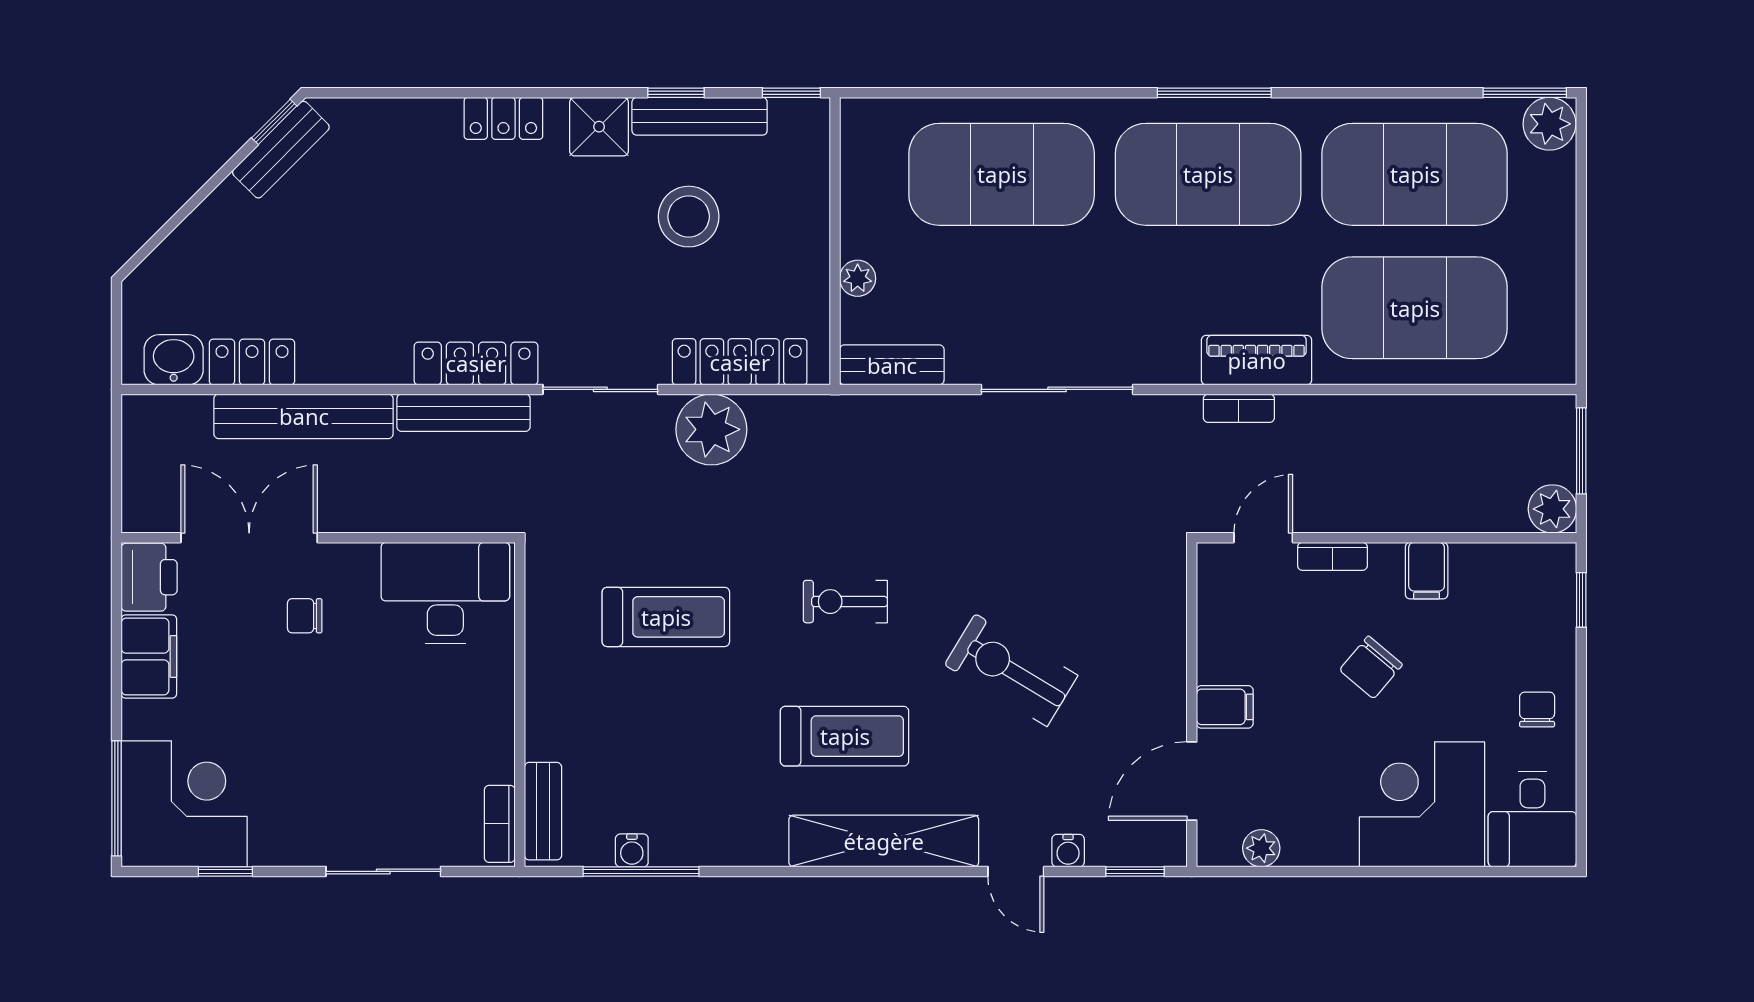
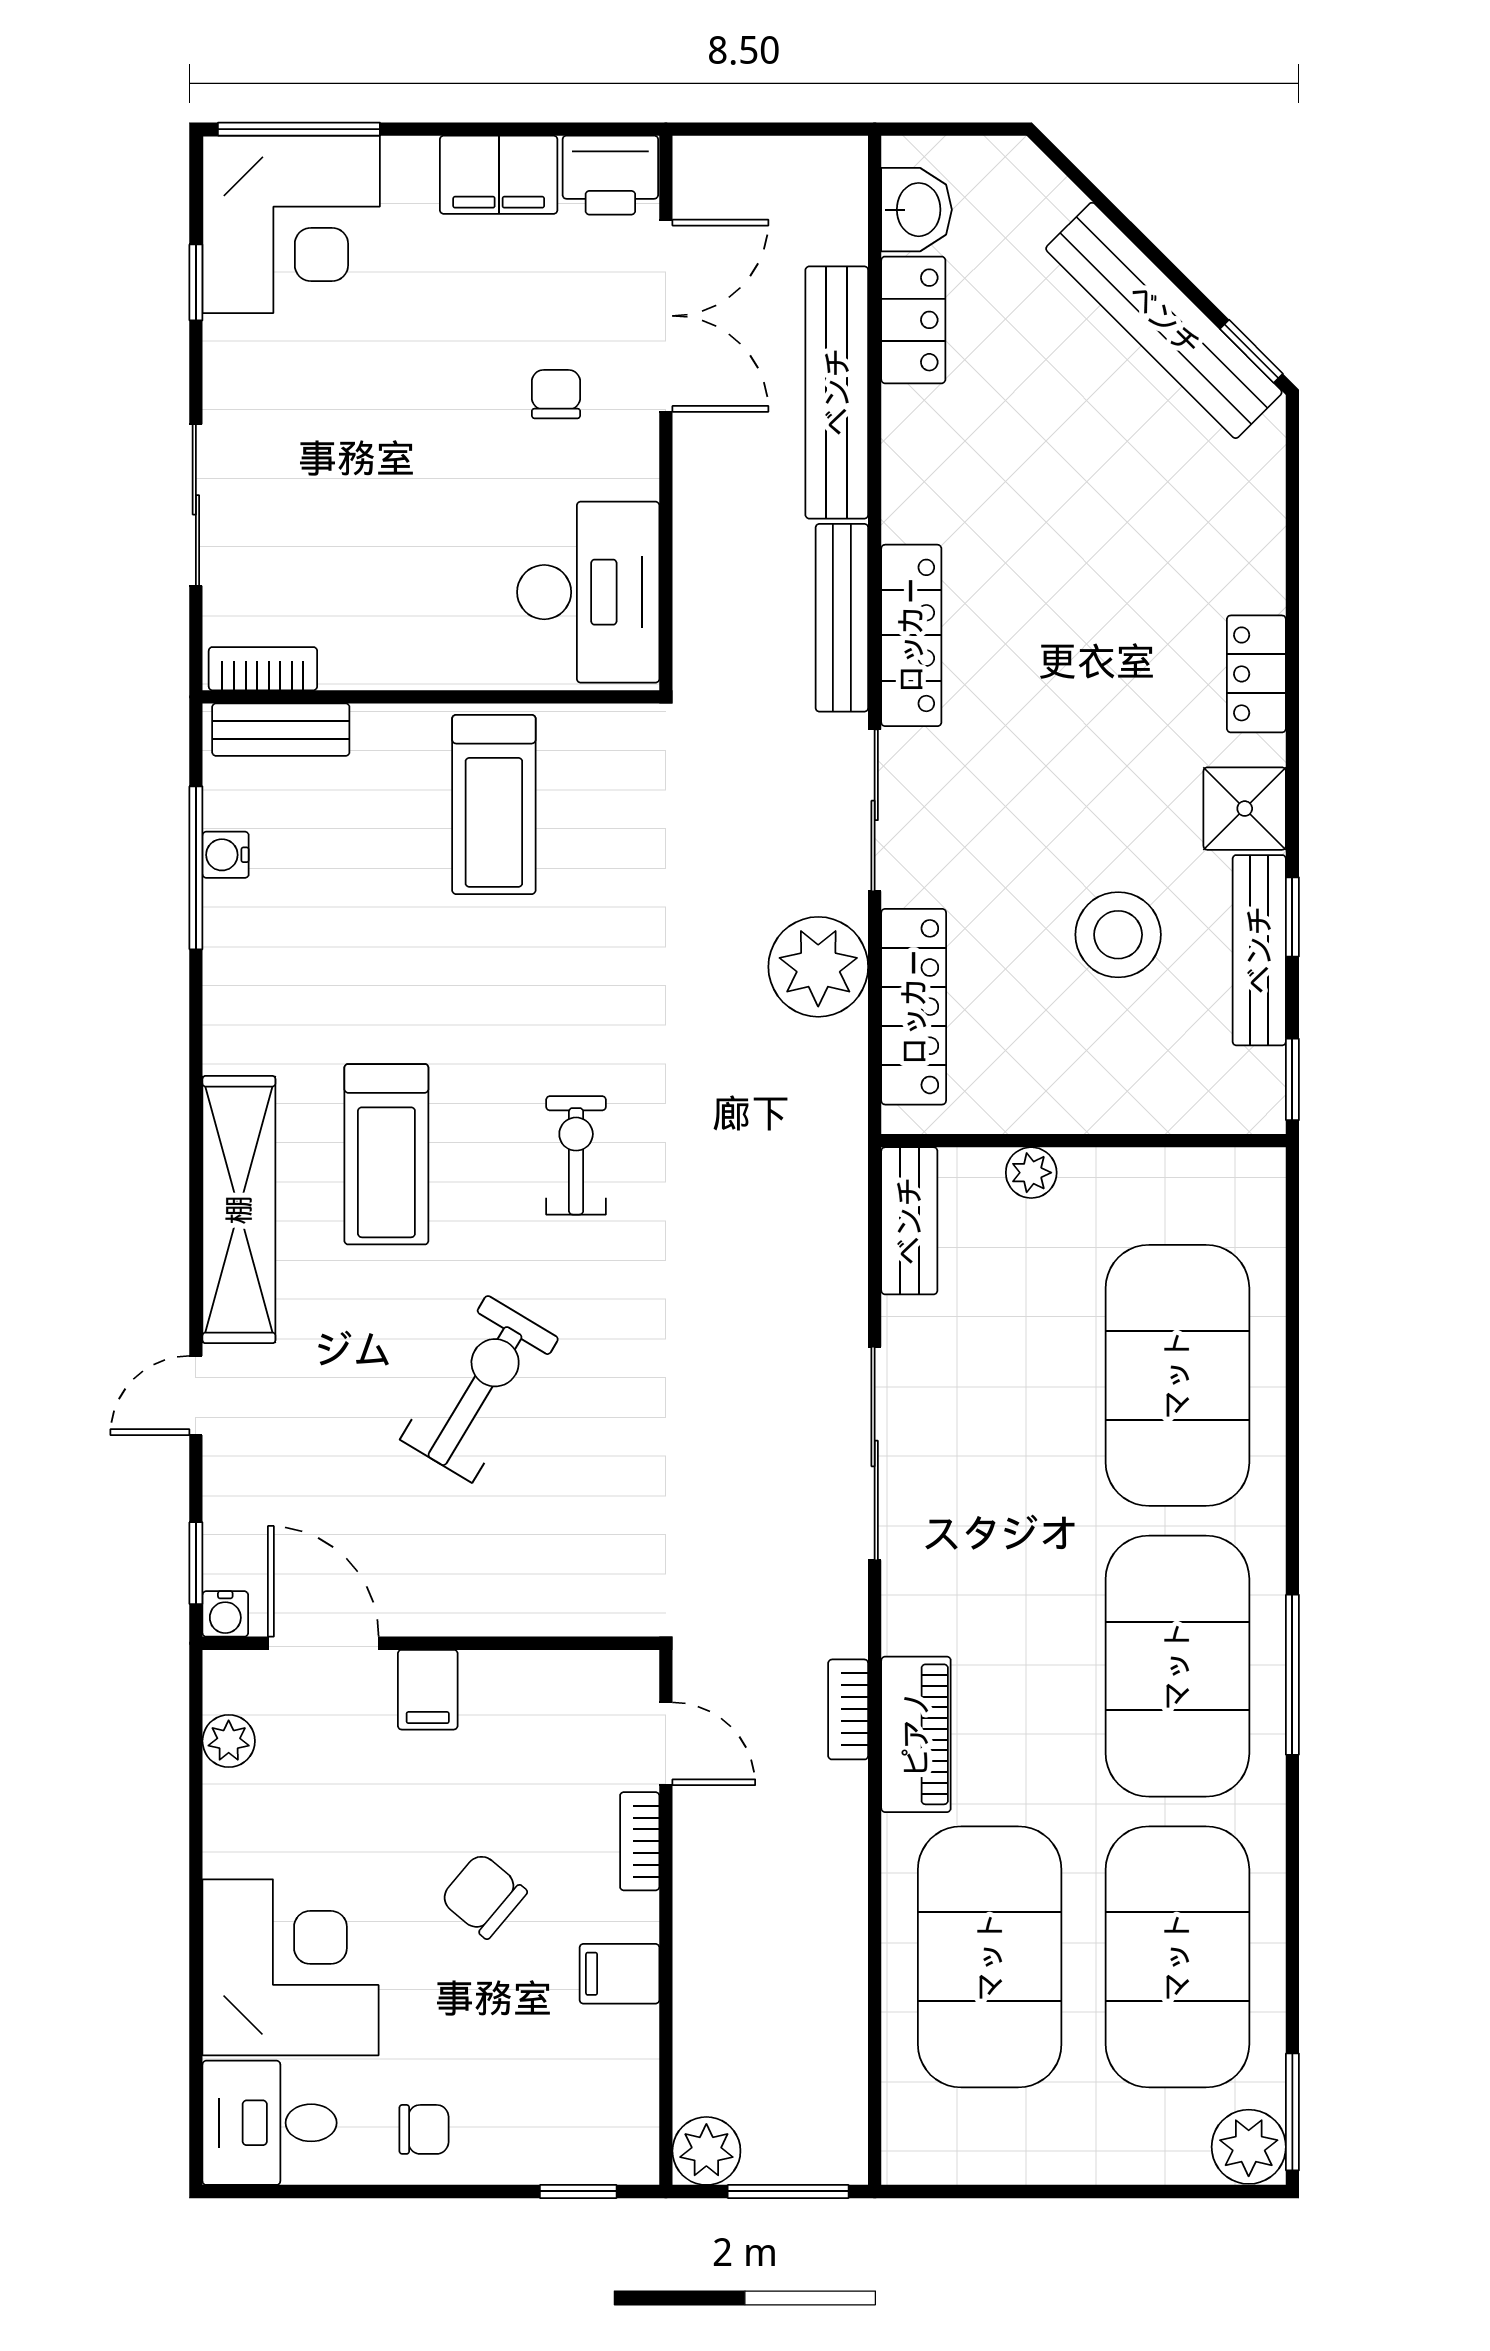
bench: (281, 150) -> (1164, 320), width x1.86, depth x1.21
treadmill: (666, 617) -> (494, 804), moved
water cooler: (1068, 851) -> (225, 1614), moved, turned -90

